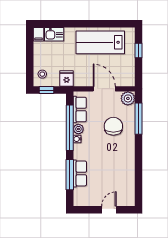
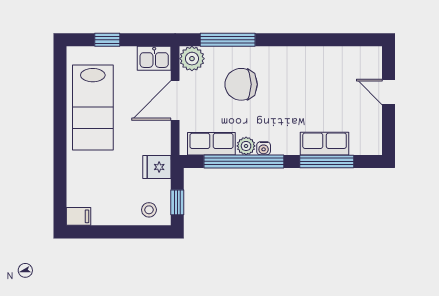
kitchen sink: (54, 34) -> (154, 58), moved, turned 90

